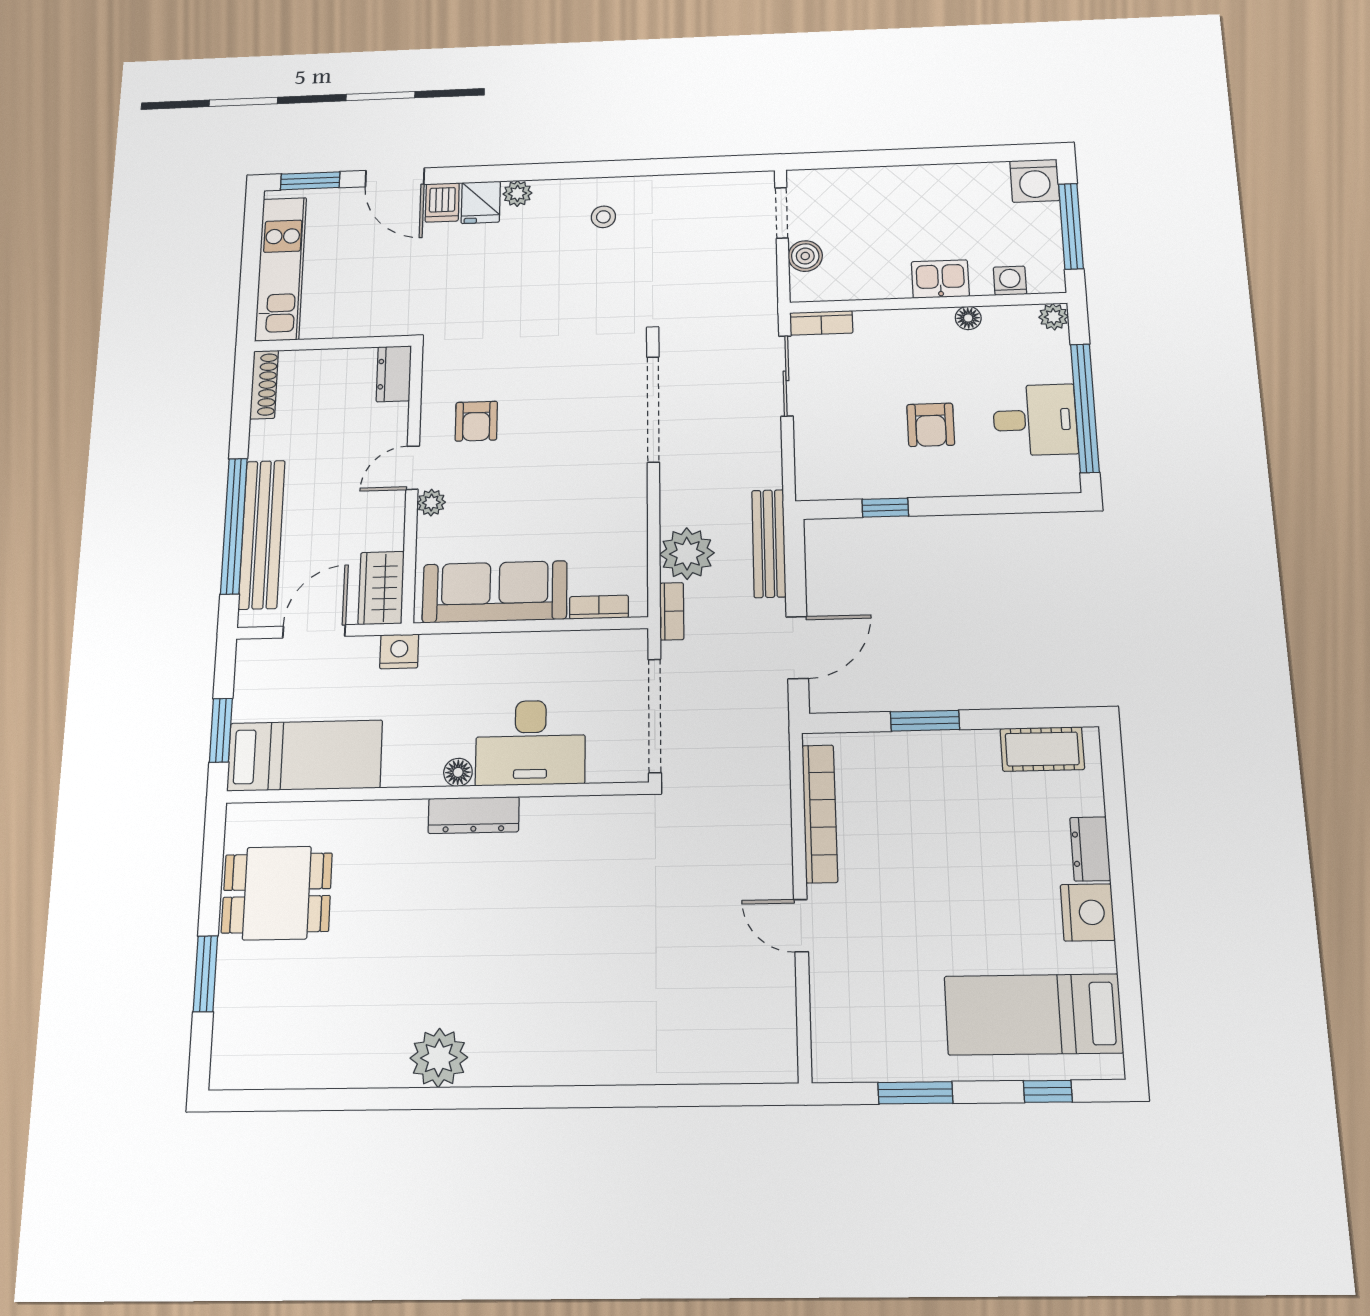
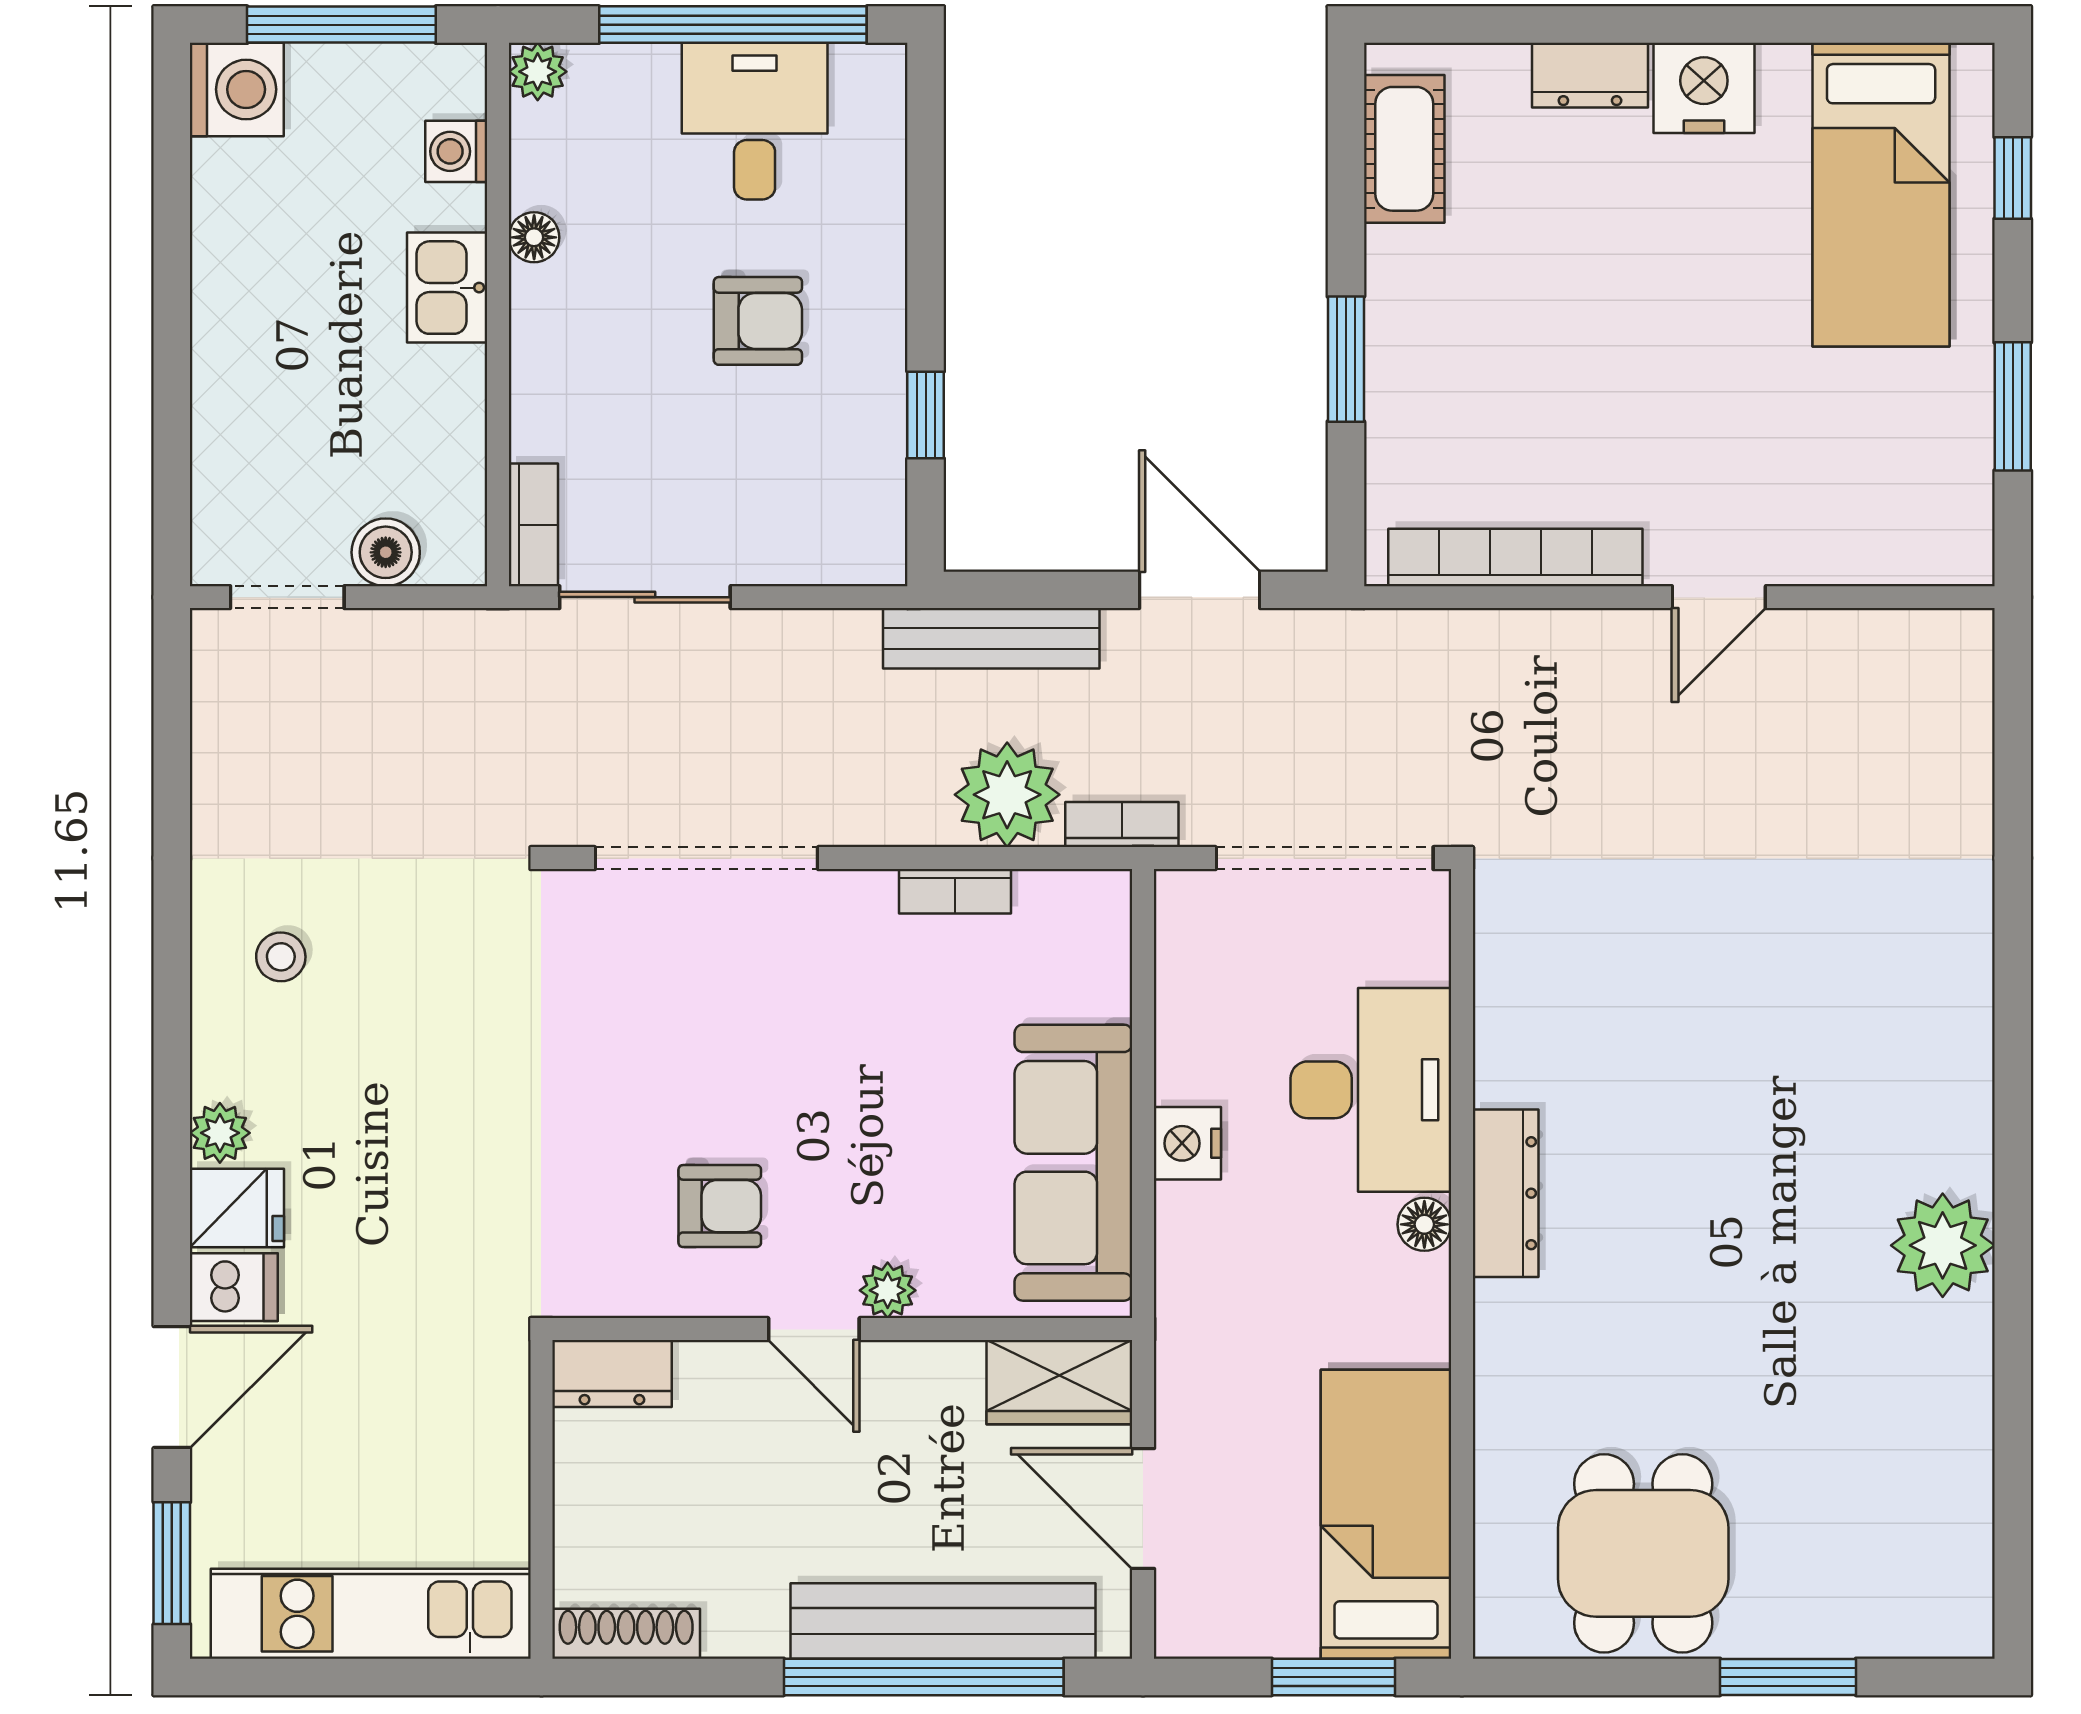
bookcase: (599, 607) -> (955, 891), moved, turned -90
nightstand: (399, 651) -> (1187, 1143), moved

